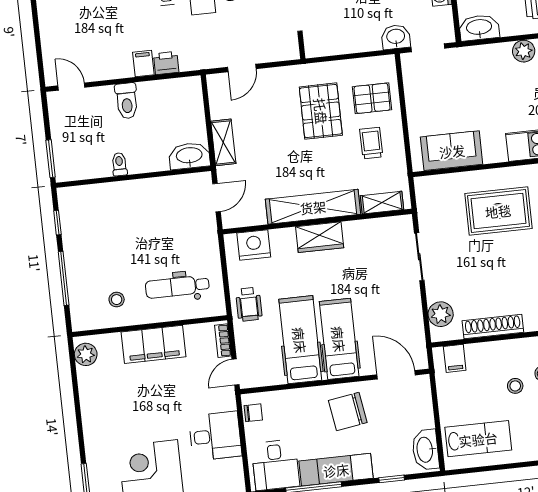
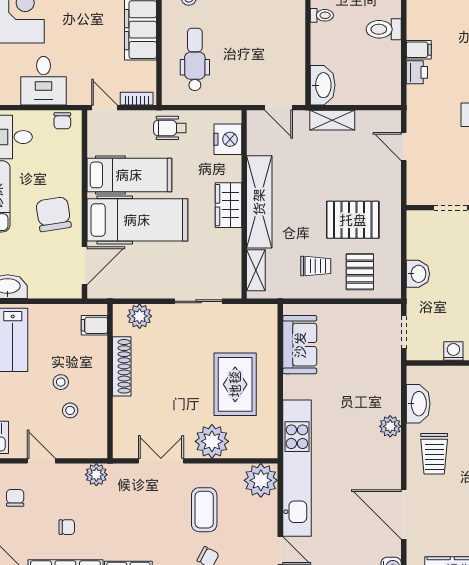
washbasin: (479, 28) -> (418, 404), moved
washbasin: (396, 37) -> (418, 274), moved
hospital bed: (339, 339) -> (137, 220), width x1.37, depth x1.29

